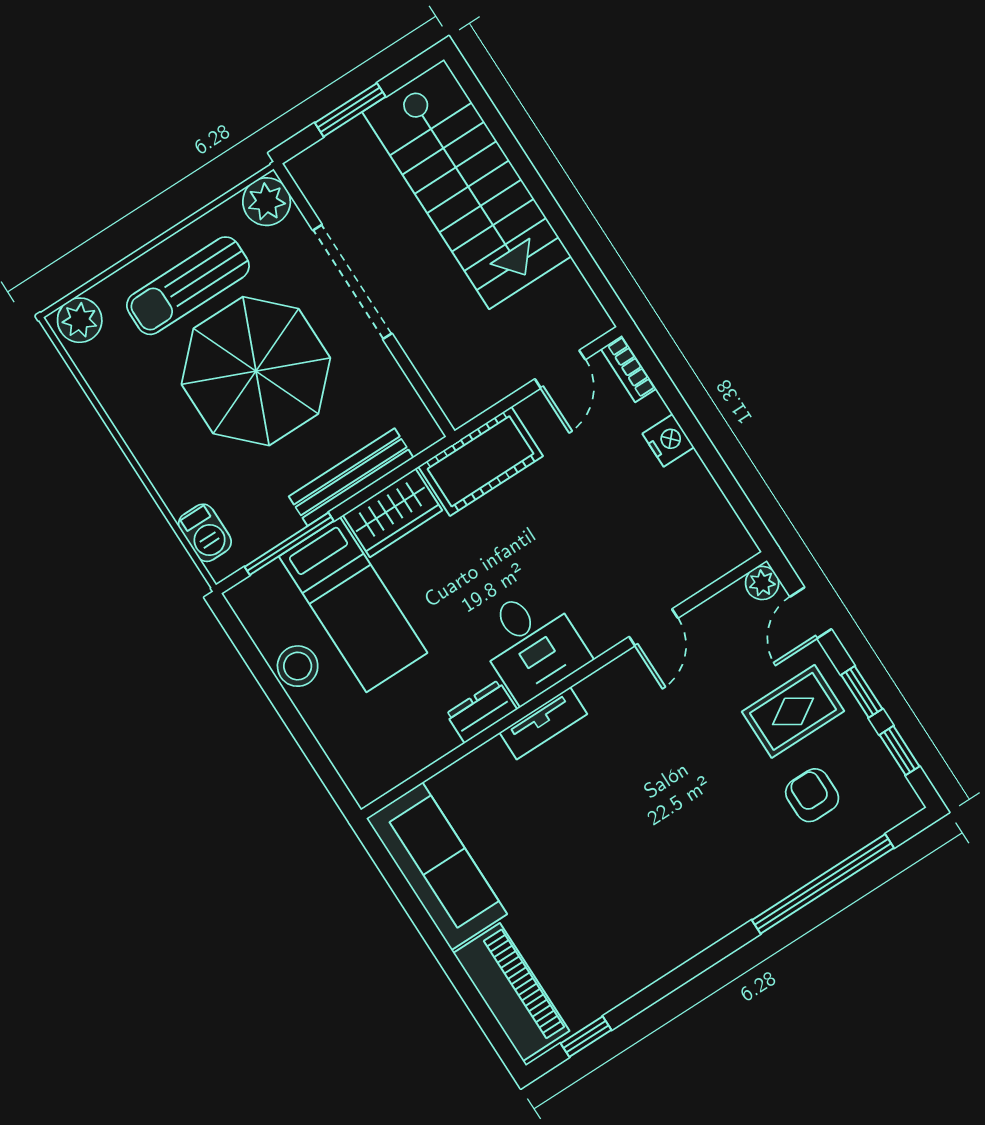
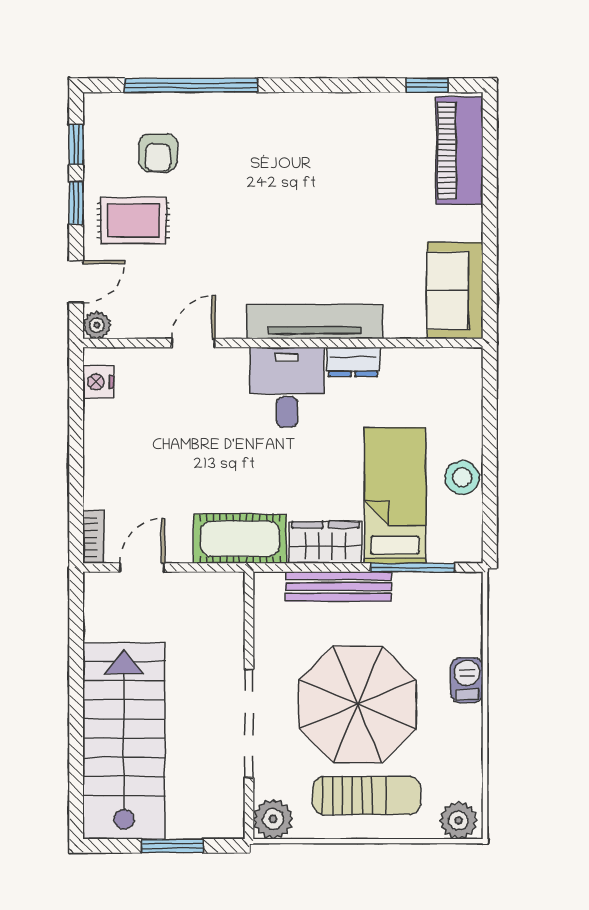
nightstand: (668, 440) -> (98, 382), moved
barbecue: (205, 533) -> (467, 680), moved
tv unit: (543, 723) -> (315, 322), width x1.92, depth x1.29
sofa: (437, 866) -> (455, 291), width x0.73

